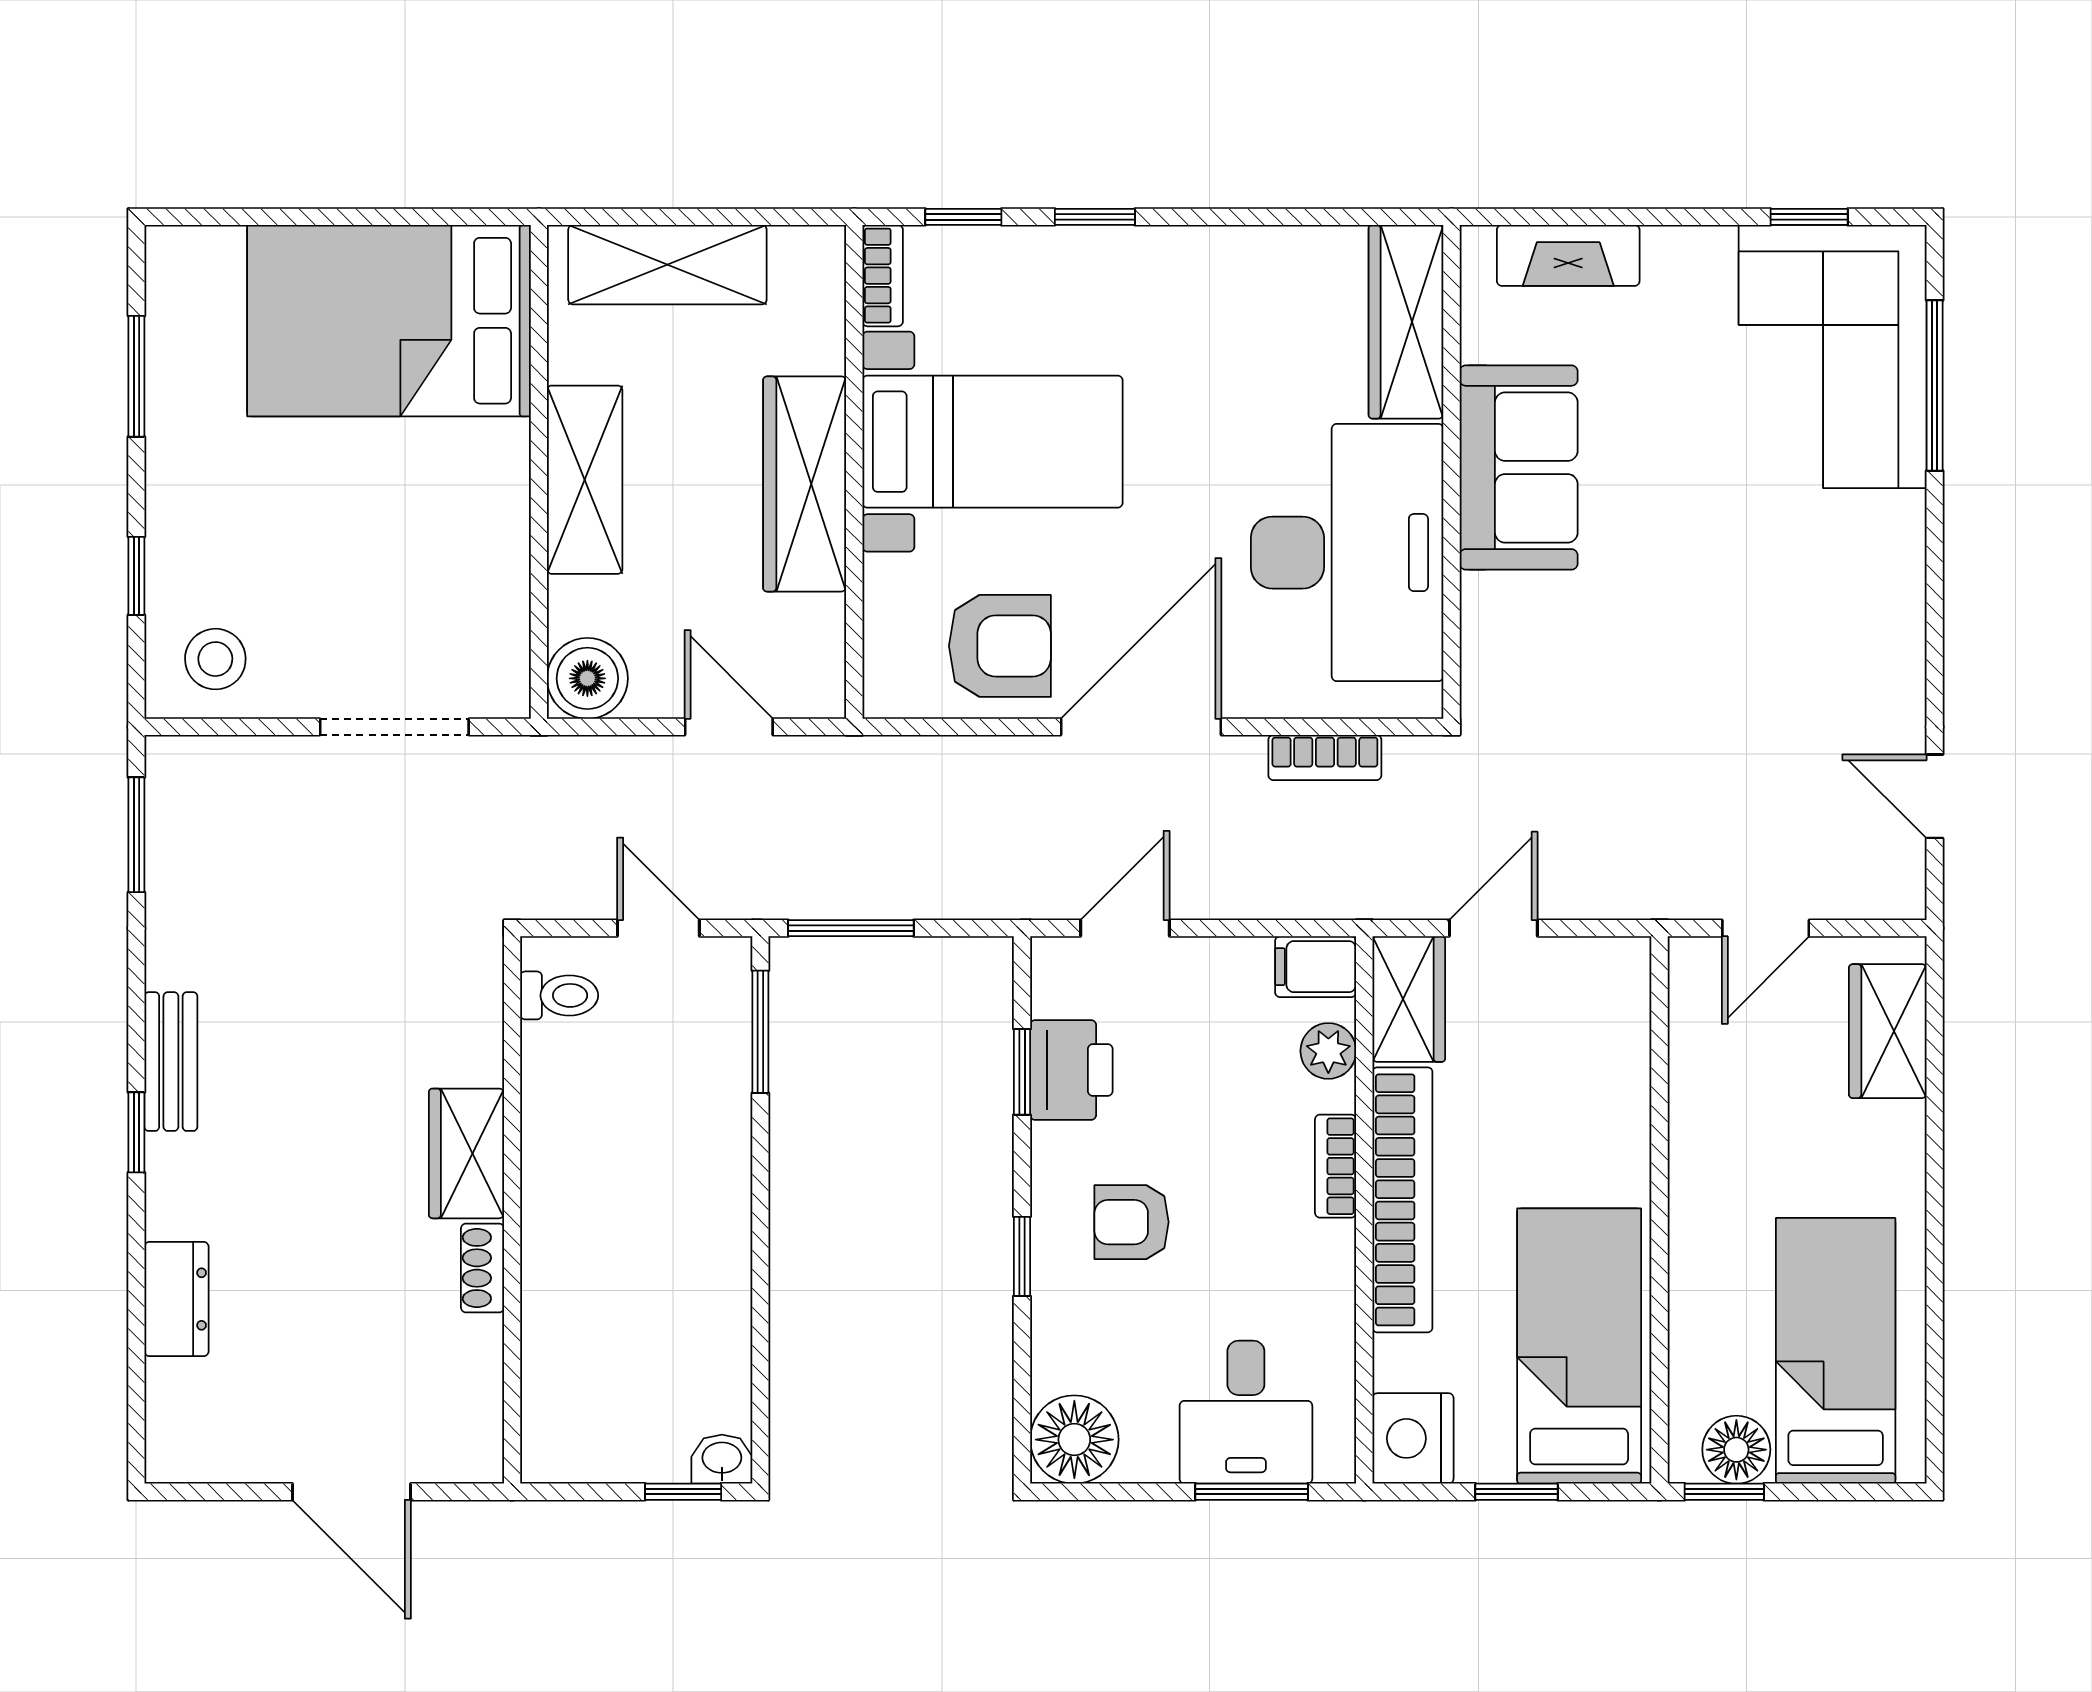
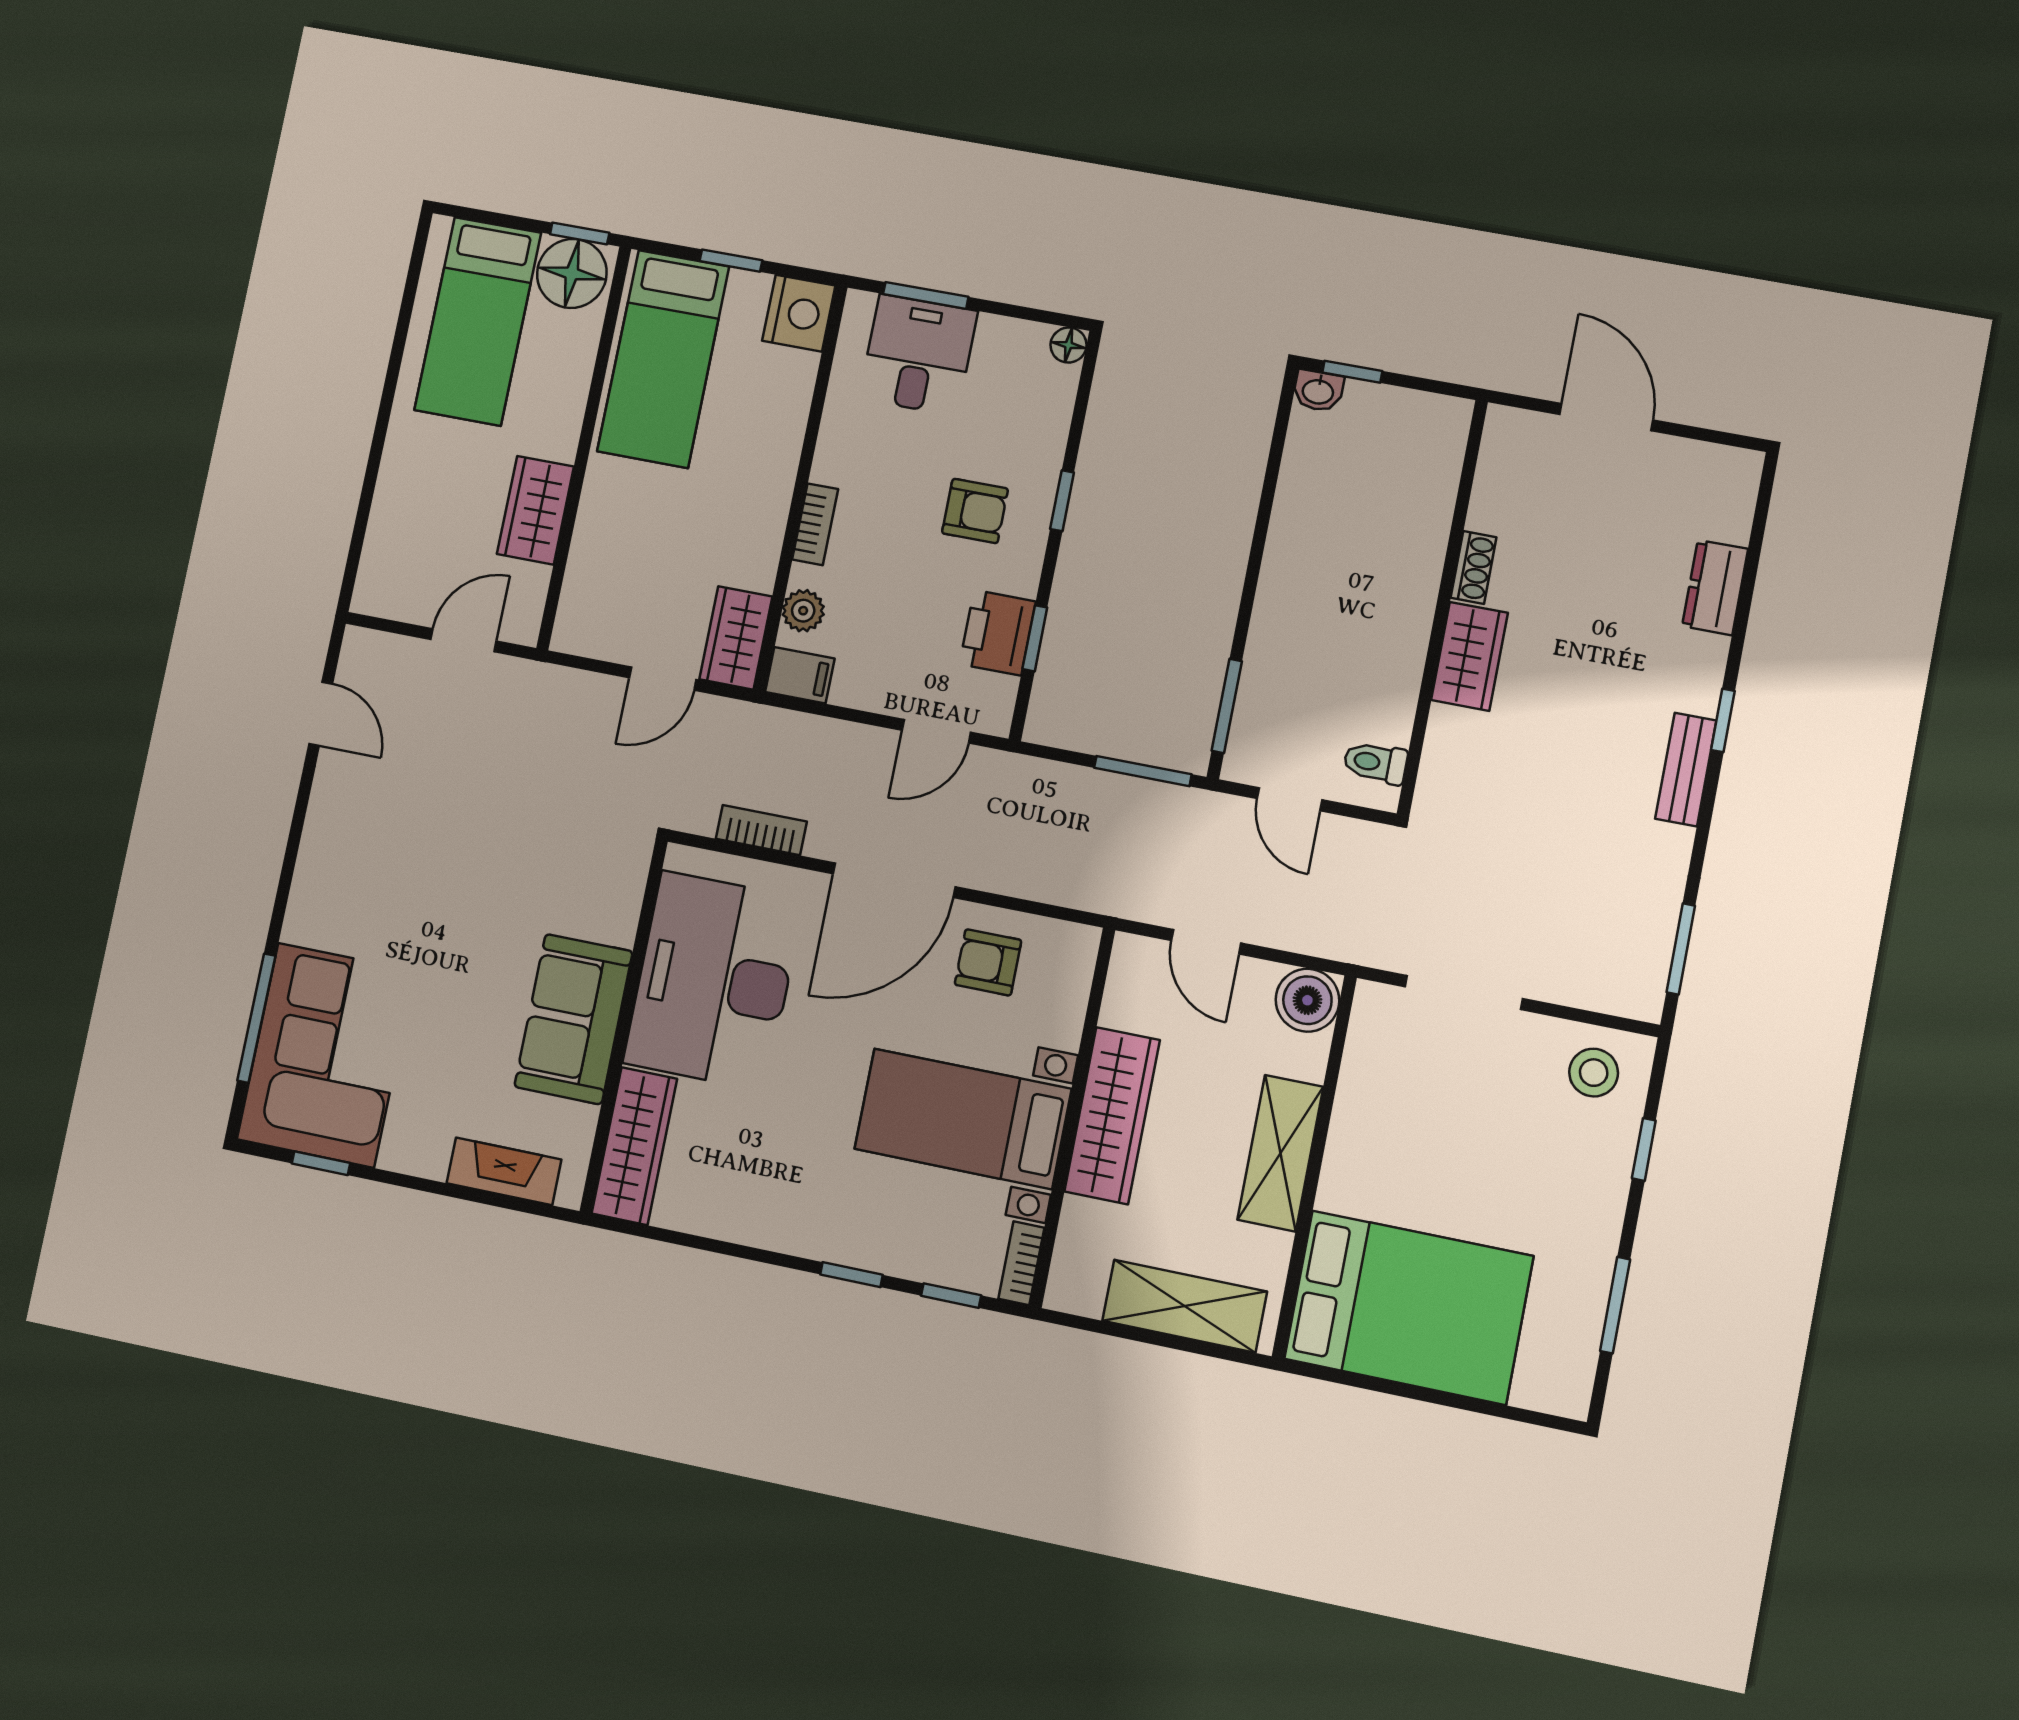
armchair: (1000, 646) -> (988, 962), width x0.72, depth x0.72
wardrobe: (1888, 1031) -> (535, 510), moved, turned 180
bookcase: (1402, 1200) -> (771, 490), removed
floor lamp: (1074, 1440) -> (1068, 345), width x0.53, depth x0.53
floor lamp: (1736, 1450) -> (572, 273), width x1.38, depth x1.38

